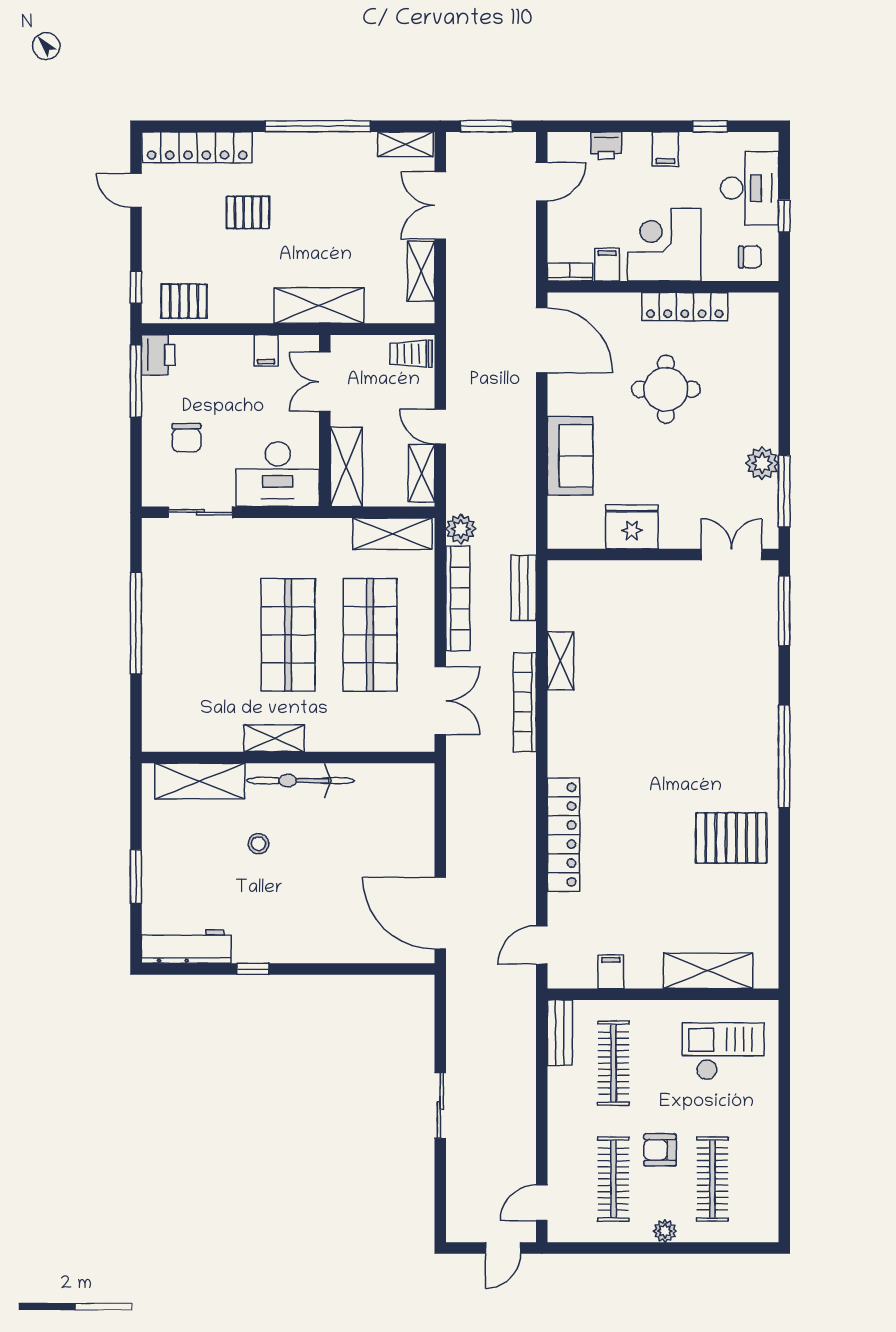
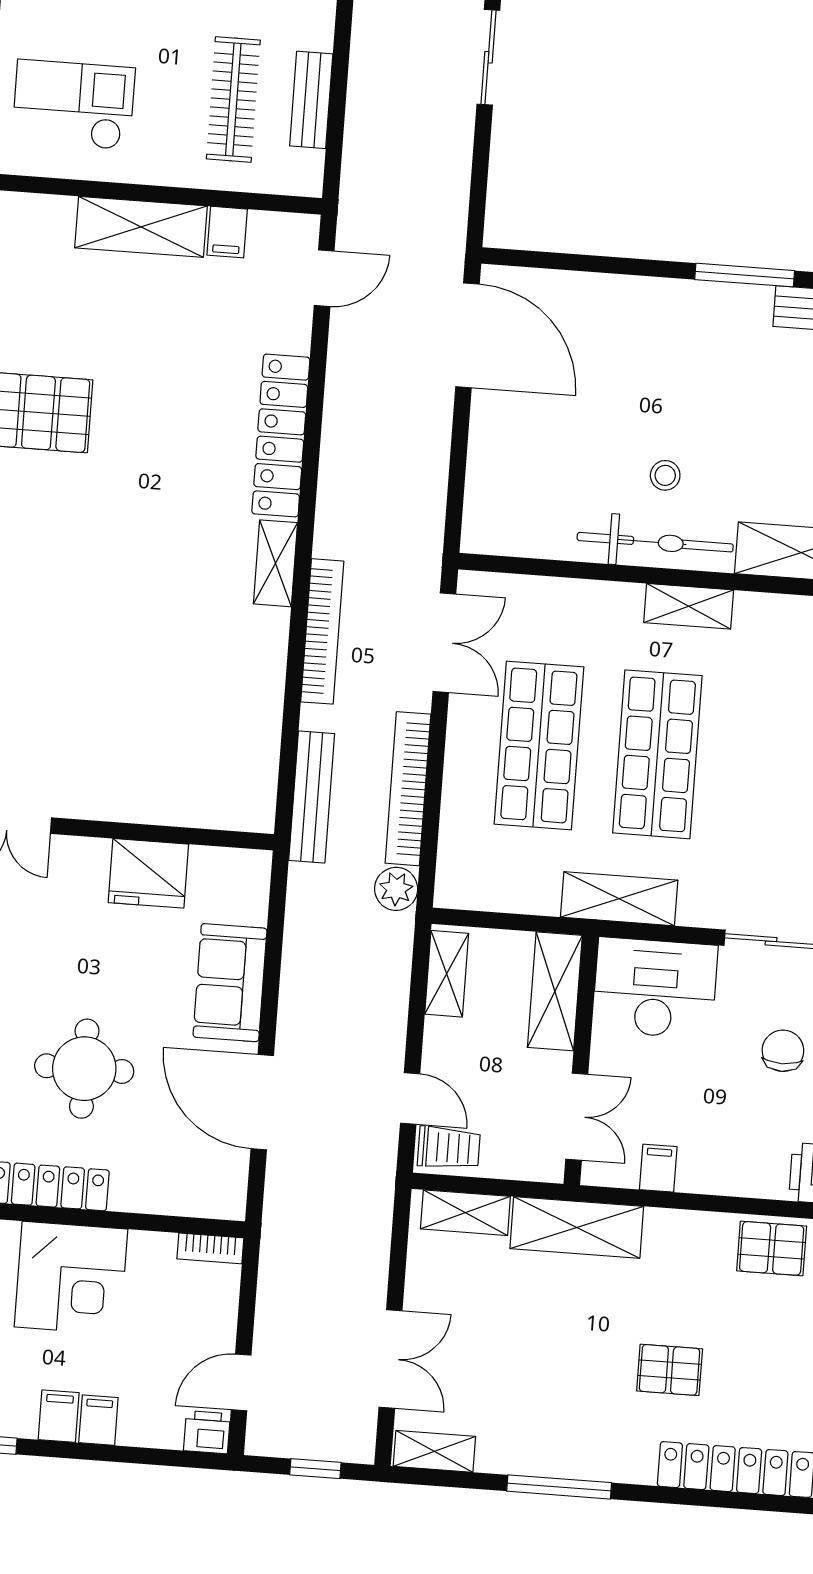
window: (318, 126) -> (559, 1487), width x0.68
window: (486, 126) -> (315, 1469), width x0.67
printer: (606, 146) -> (207, 1432), moved
filing cabinet: (607, 265) -> (98, 1420), moved, turned 180
shelving: (421, 271) -> (465, 1213), moved, turned 90
door: (542, 340) -> (262, 1102), moved
door: (440, 427) -> (410, 1099), moved
shelving: (392, 534) -> (619, 899), moved
bench: (524, 588) -> (312, 797), width x1.36
shelving: (560, 661) -> (276, 563), moved
double door: (440, 701) -> (444, 643), swing flipped
stool: (258, 844) -> (665, 475), moved
window: (253, 969) -> (745, 275), width x2.17
shelving: (708, 971) -> (141, 227), moved
bench: (560, 1033) -> (311, 100), moved
checkout: (723, 1051) -> (73, 105), turned 180

